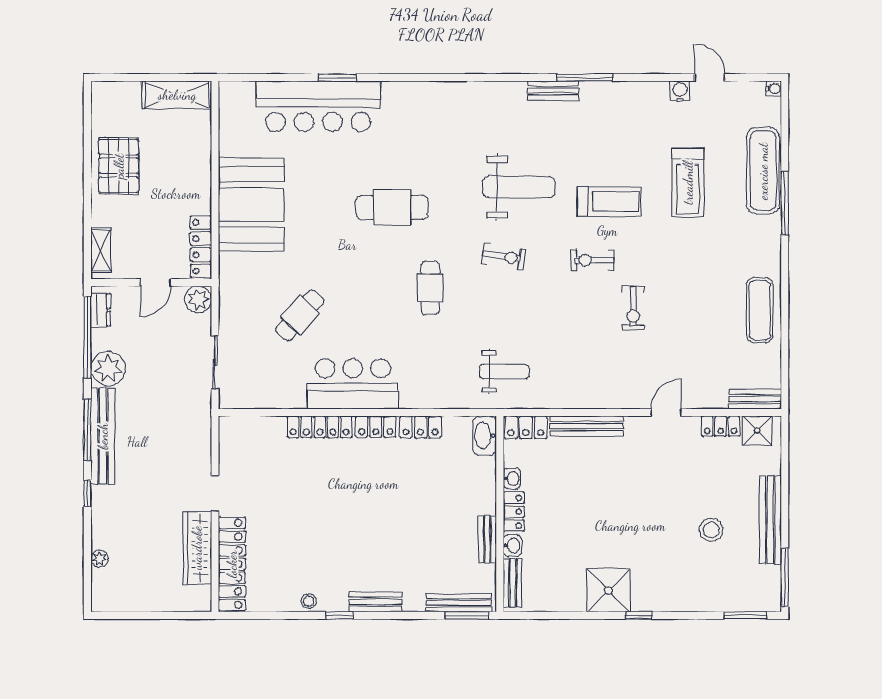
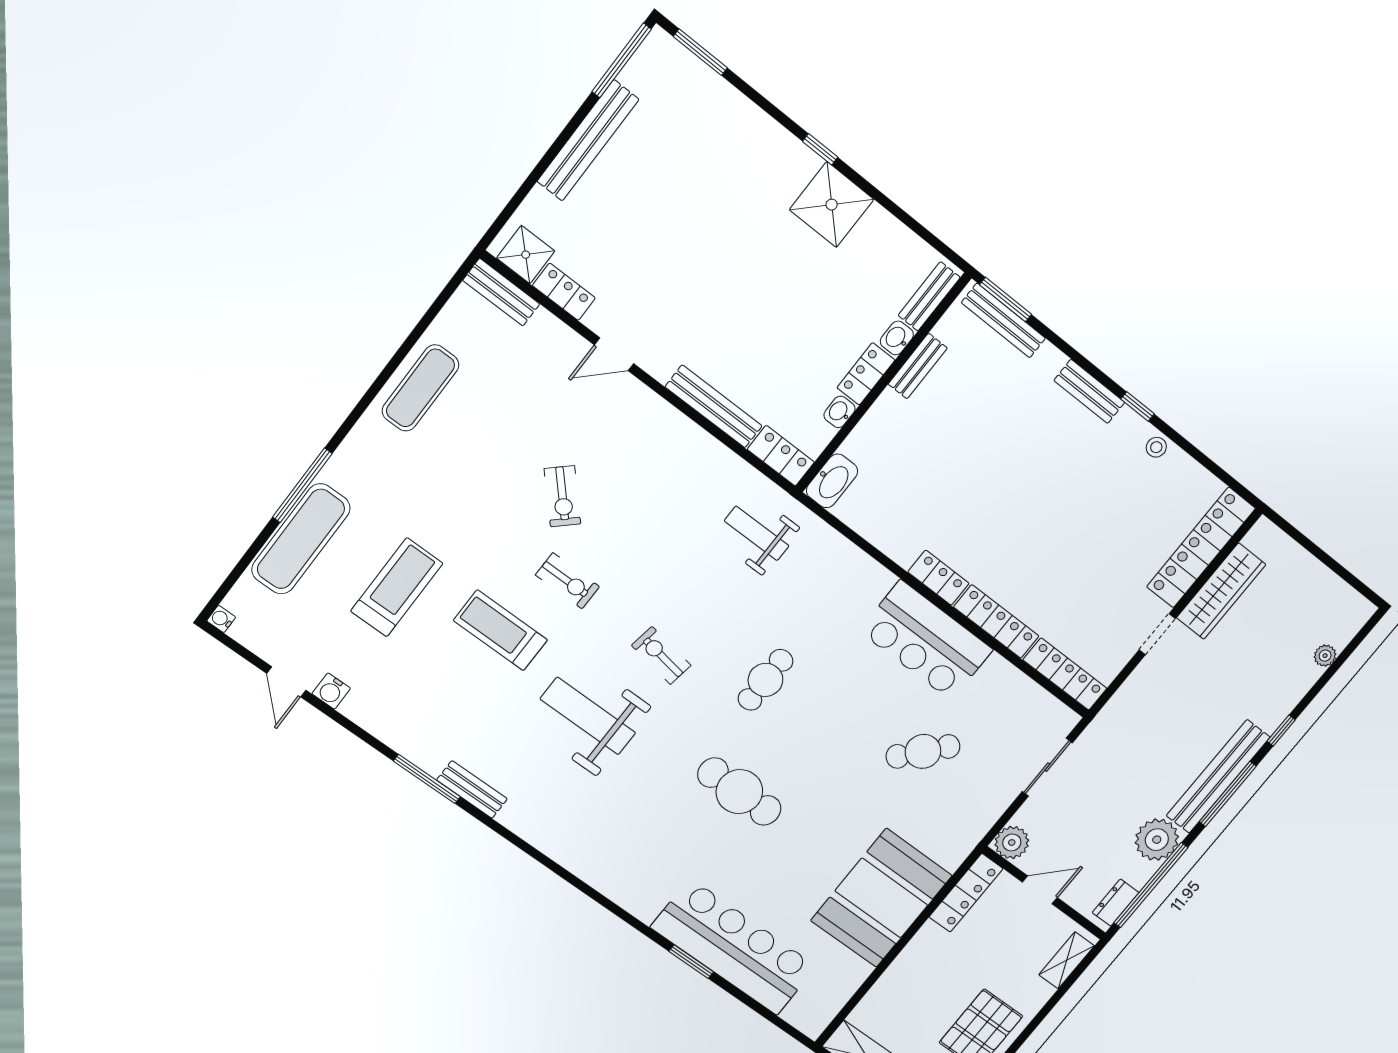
exercise bike: (633, 308) -> (562, 496), turned 137
locker: (420, 427) -> (1065, 674), moved, width x1.53
stool: (711, 530) -> (664, 182), removed

